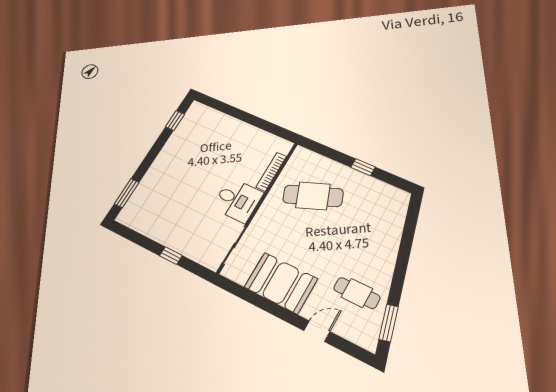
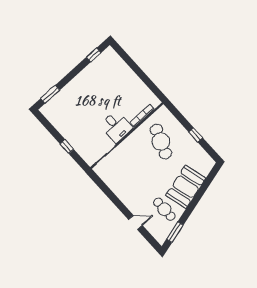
cafe table: (313, 196) -> (161, 142), turned 42
booth: (281, 283) -> (186, 187), moved, turned 75

